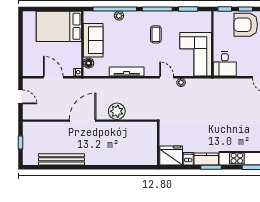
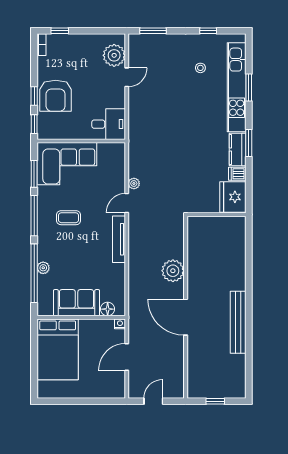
corner sofa: (196, 54) -> (67, 164), moved
tv unit: (127, 71) -> (119, 239), moved
bench: (61, 159) -> (238, 322), moved

